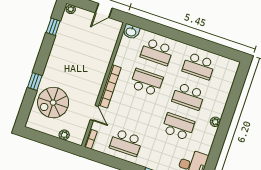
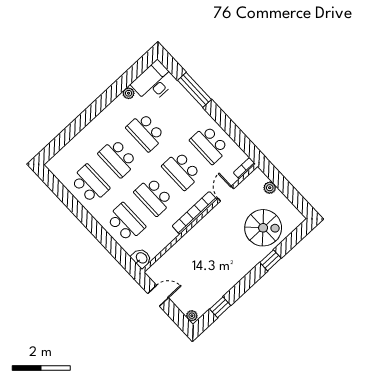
school desk: (188, 96) -> (118, 158), turned 180
school desk: (136, 112) -> (182, 170), added
plant: (215, 122) -> (129, 93), moved
school desk: (126, 143) -> (209, 145), turned 180

